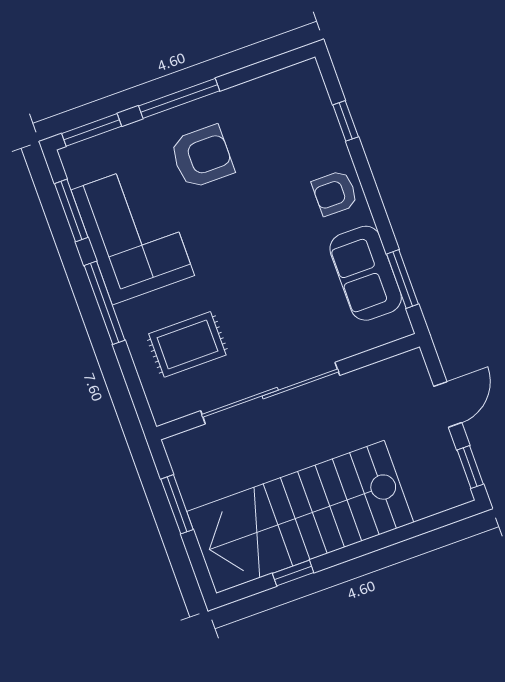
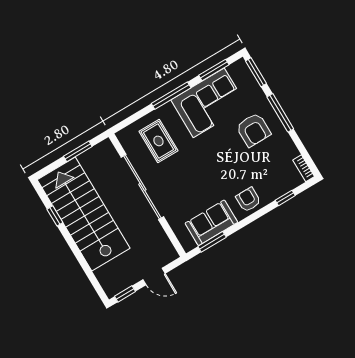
bookcase: (295, 74) -> (304, 168), added

